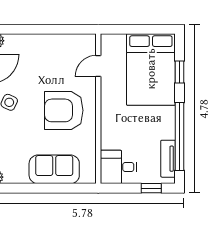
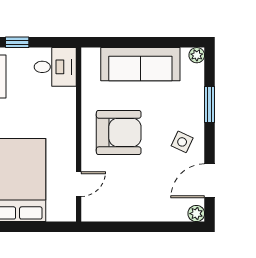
sofa: (54, 169) -> (140, 64), width x1.36

